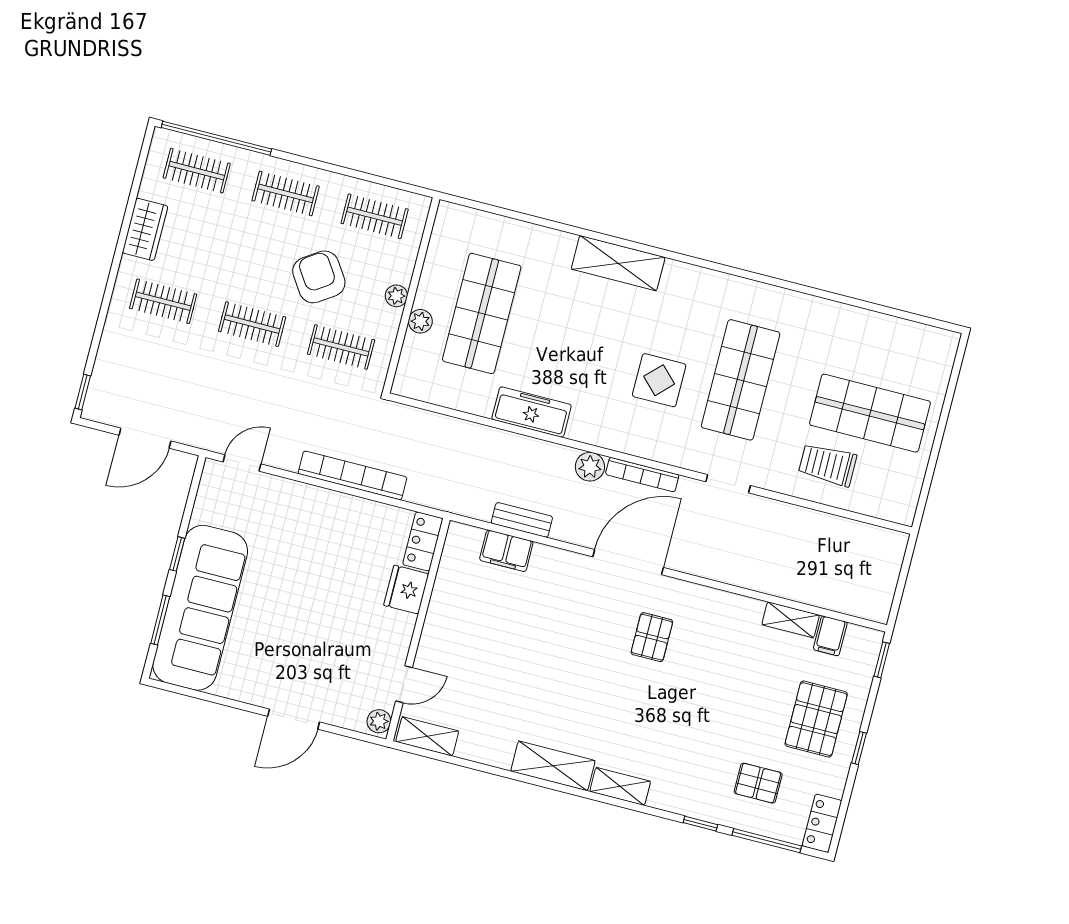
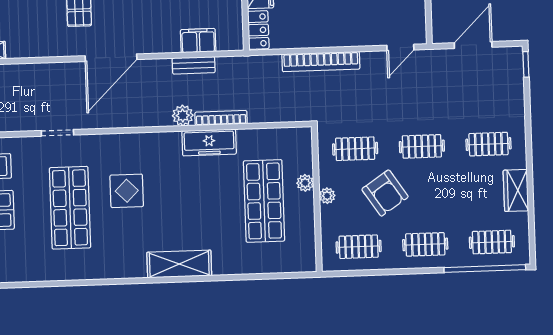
plant: (590, 467) -> (183, 115), moved
bookcase: (642, 475) -> (221, 118), moved

